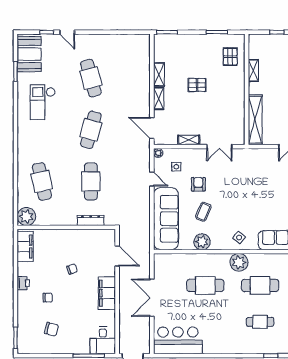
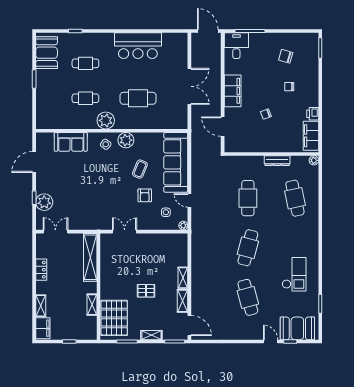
booth: (29, 54) -> (297, 328), moved, turned 90
pallet: (230, 57) -> (114, 318), width x2.05, depth x2.00
door: (152, 128) -> (189, 326), moved
shelving: (189, 140) -> (151, 335), moved
plant: (26, 217) -> (314, 160), width x0.53, depth x0.53
dresser: (91, 220) -> (277, 161), moved
plant: (202, 242) -> (126, 140), moved
printer: (23, 283) -> (313, 114), moved
cafe table: (260, 285) -> (85, 98), width x0.73, depth x0.74
bar counter: (178, 340) -> (138, 46), moved

